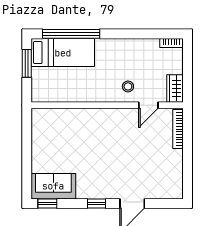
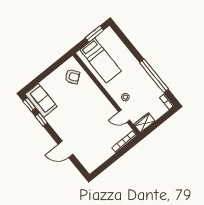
window: (71, 34) -> (154, 76), moved
bed: (63, 53) -> (101, 60), moved
armchair: (55, 128) -> (72, 77), added
window: (96, 203) -> (41, 119), moved

